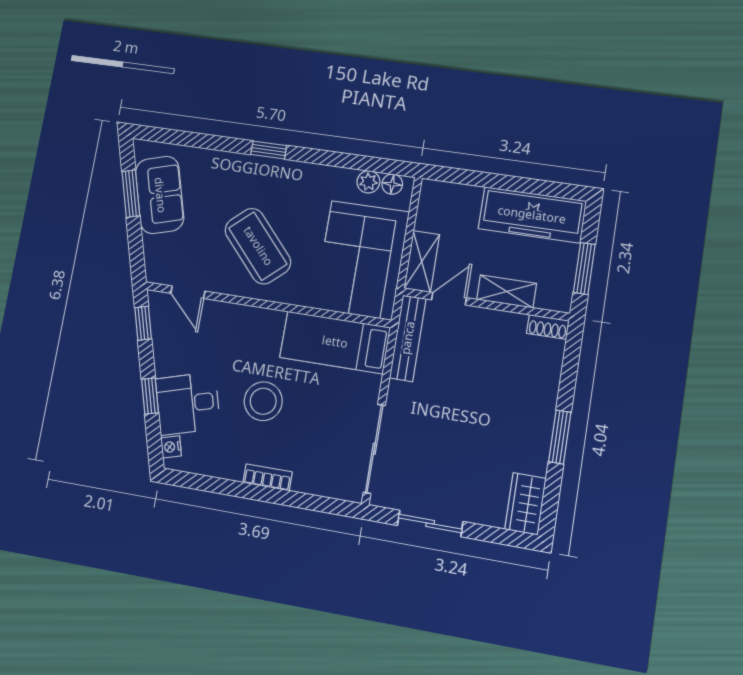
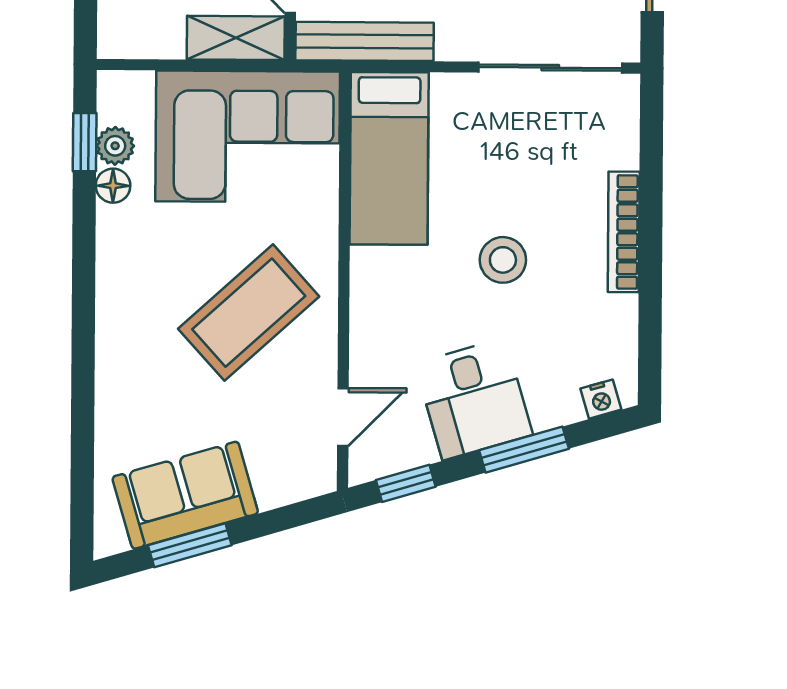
window: (269, 150) -> (85, 142), moved
floor lamp: (392, 184) -> (113, 186), moved
window: (150, 396) -> (524, 450), width x1.50
stool: (263, 401) -> (503, 260), width x0.73, depth x0.73
desk: (188, 404) -> (474, 399), moved
bookcase: (268, 477) -> (624, 232), width x1.56

